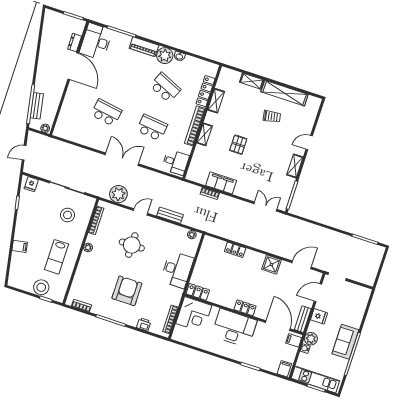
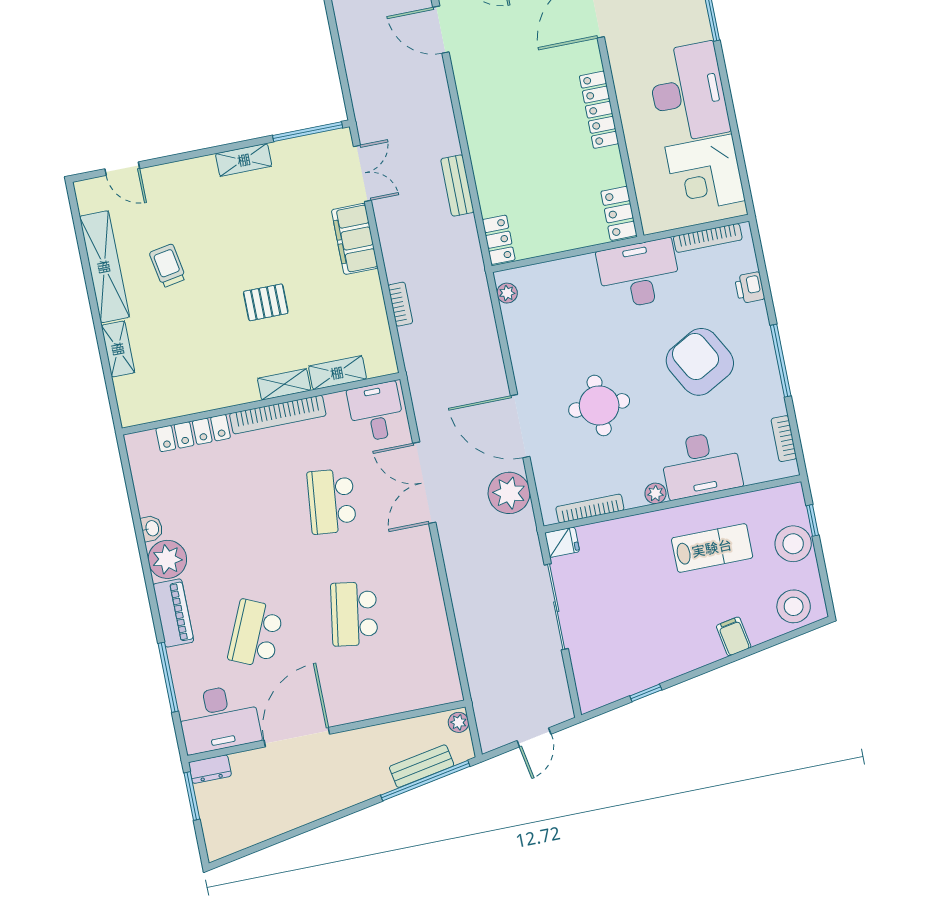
dresser: (75, 43) -> (210, 769), moved
school desk: (165, 88) -> (256, 634), moved
shelving: (216, 101) -> (337, 373), moved
door: (309, 143) -> (122, 169), moved
door: (24, 153) -> (534, 737), hinge flipped
double door: (122, 159) -> (424, 483), moved
filing cabinet: (221, 183) -> (355, 239), moved
fridge: (31, 184) -> (562, 542), moved
double door: (265, 207) -> (362, 173), swing flipped
door: (141, 212) -> (520, 426), width x1.87
stool: (68, 215) -> (794, 606), moved
bench: (170, 215) -> (457, 185), moved
locker: (235, 250) -> (499, 240), moved
shower: (271, 265) -> (476, 93), removed
desk: (89, 270) -> (701, 465), added
desk: (177, 270) -> (639, 274), moved
armchair: (127, 291) -> (700, 362), turned 61
locker: (245, 308) -> (599, 110), width x1.53
corner desk: (194, 314) -> (705, 174), moved, turned 180
desk: (234, 328) -> (688, 92), moved, turned 180

